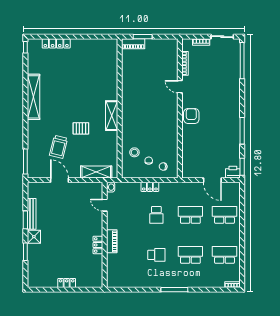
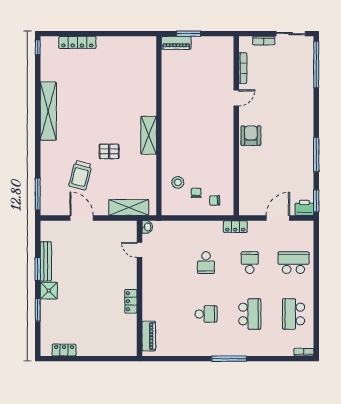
door: (180, 87) -> (236, 98), swing flipped
door: (212, 180) -> (278, 218), swing flipped
locker: (150, 187) -> (235, 227), moved
school desk: (190, 215) -> (250, 263), width x0.54
piano: (112, 241) -> (149, 336), moved
school desk: (190, 255) -> (250, 314), turned 90
school desk: (225, 255) -> (294, 314), turned -90
locker: (67, 283) -> (64, 350), moved

